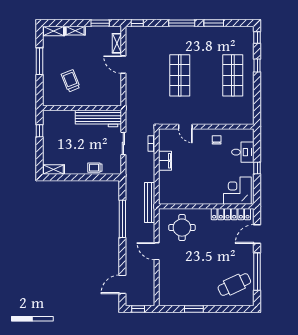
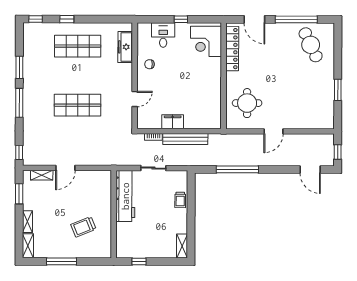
freezer: (232, 118) -> (125, 47), added
bench: (150, 202) -> (185, 139), moved

